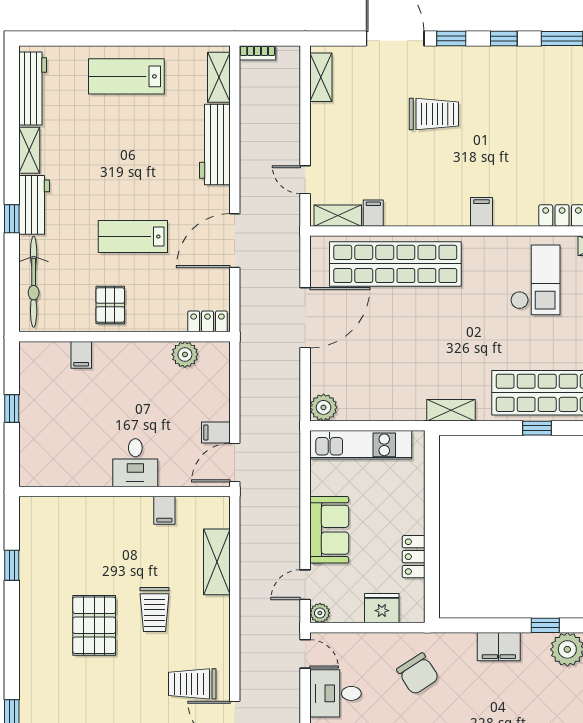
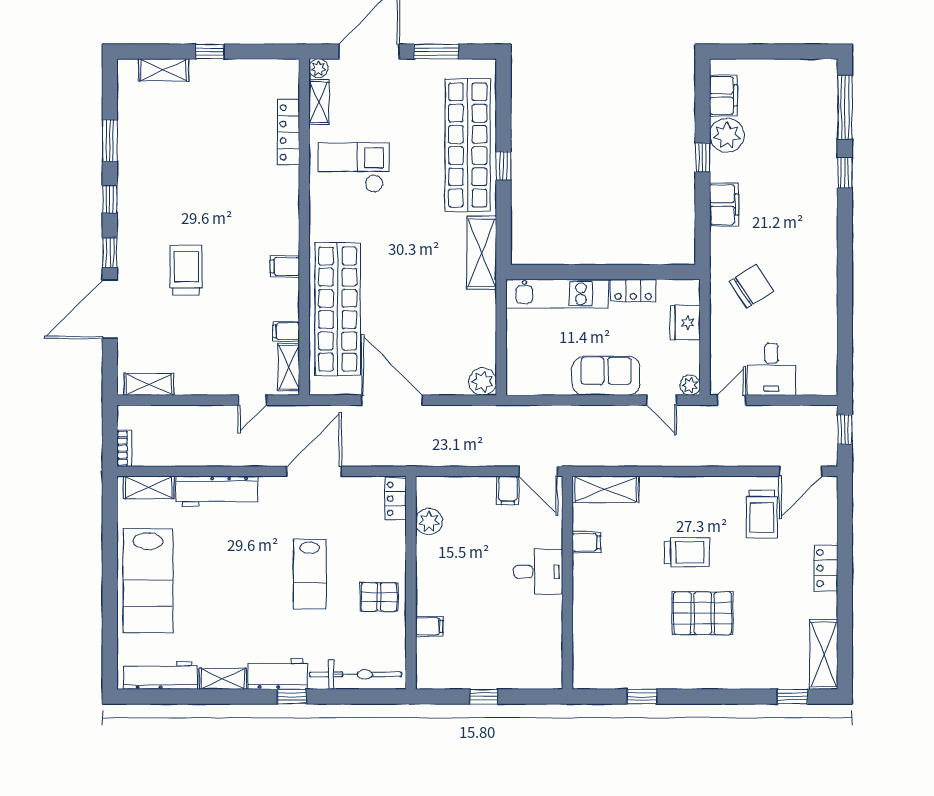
lab bench: (126, 76) -> (148, 581), width x1.36, depth x1.39
filing cabinet: (481, 212) -> (285, 266), moved
door: (235, 241) -> (314, 471), swing flipped
shelving: (451, 410) -> (482, 253), width x1.50, depth x1.33
kitchen unit: (361, 445) -> (557, 294), moved, turned 90
shelving: (217, 562) -> (606, 489), moved

